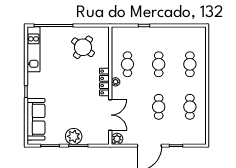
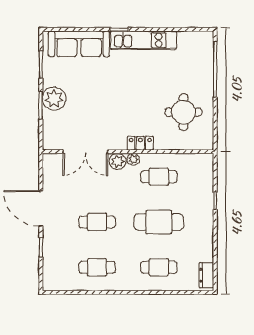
dresser: (195, 32) -> (206, 275), added
round table: (83, 47) -> (183, 112), turned -37
kitchen unit: (33, 49) -> (143, 40), moved
cafe table: (159, 64) -> (159, 222), width x1.37, depth x1.35
locker: (104, 82) -> (140, 143), width x0.66
plant: (117, 139) -> (118, 161), moved

